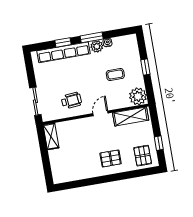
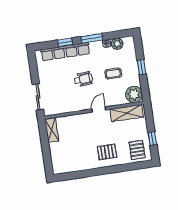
plant: (97, 46) -> (117, 44), moved
wheelchair: (71, 100) -> (83, 79), moved

